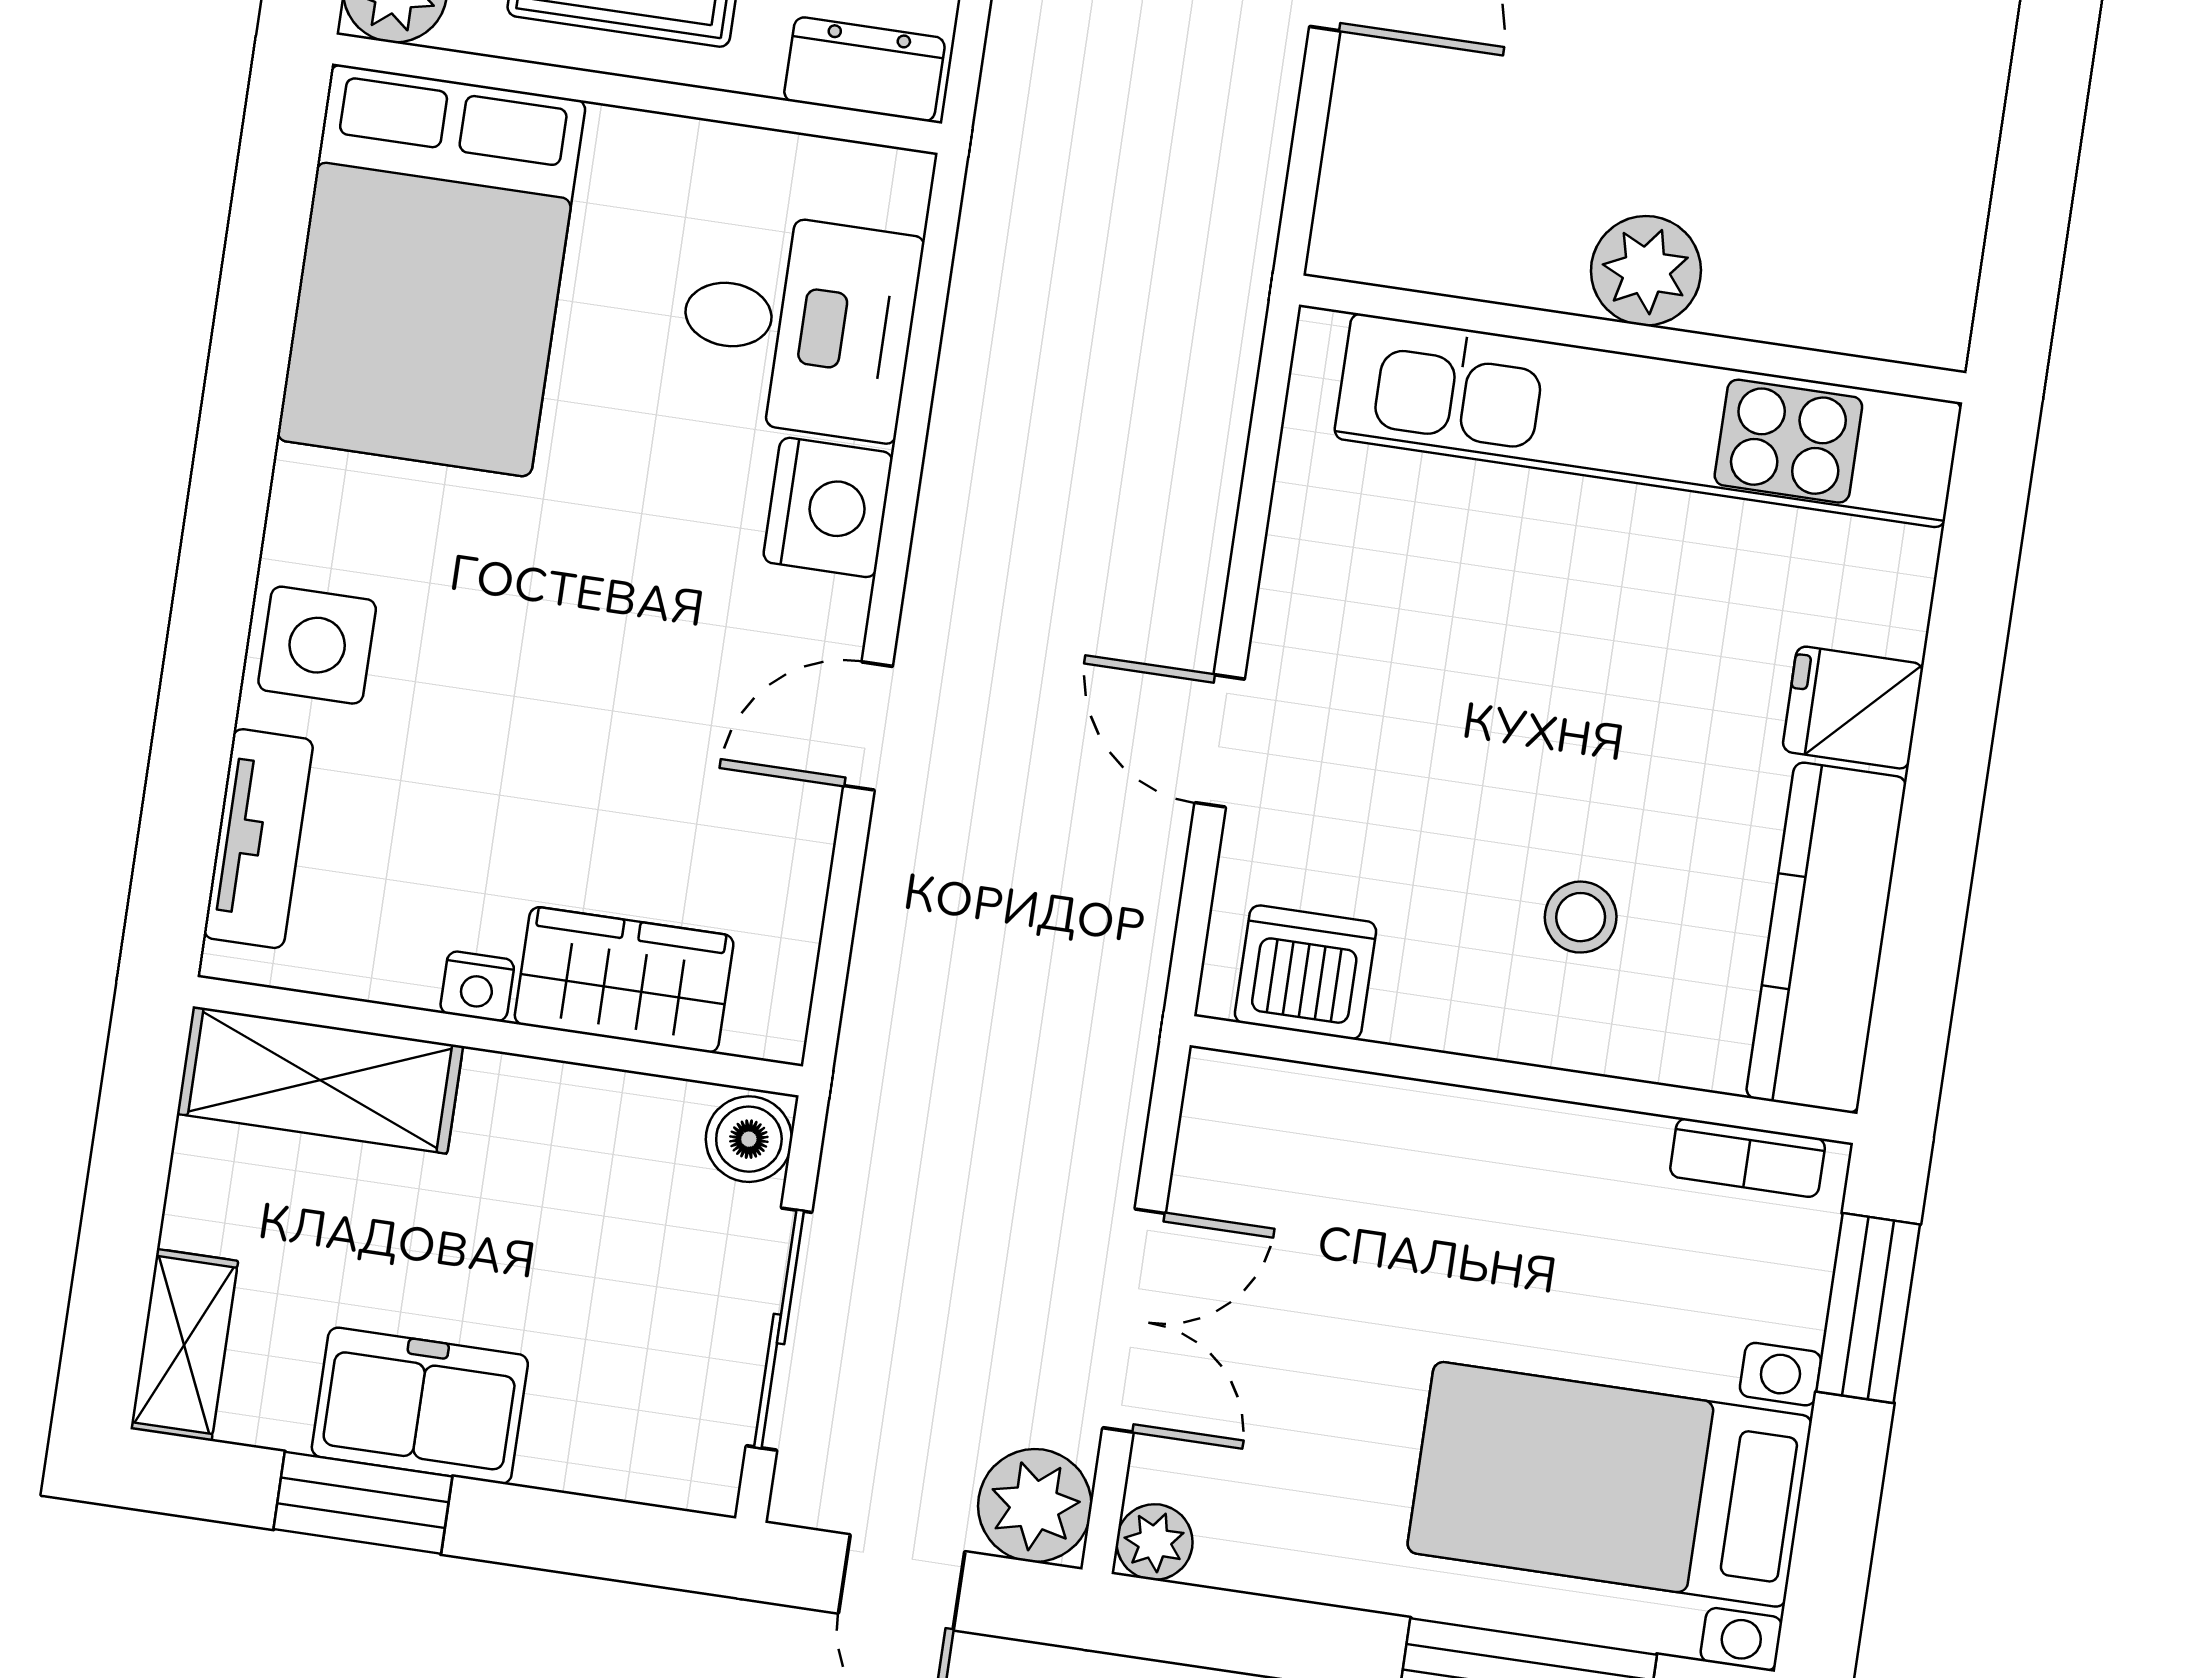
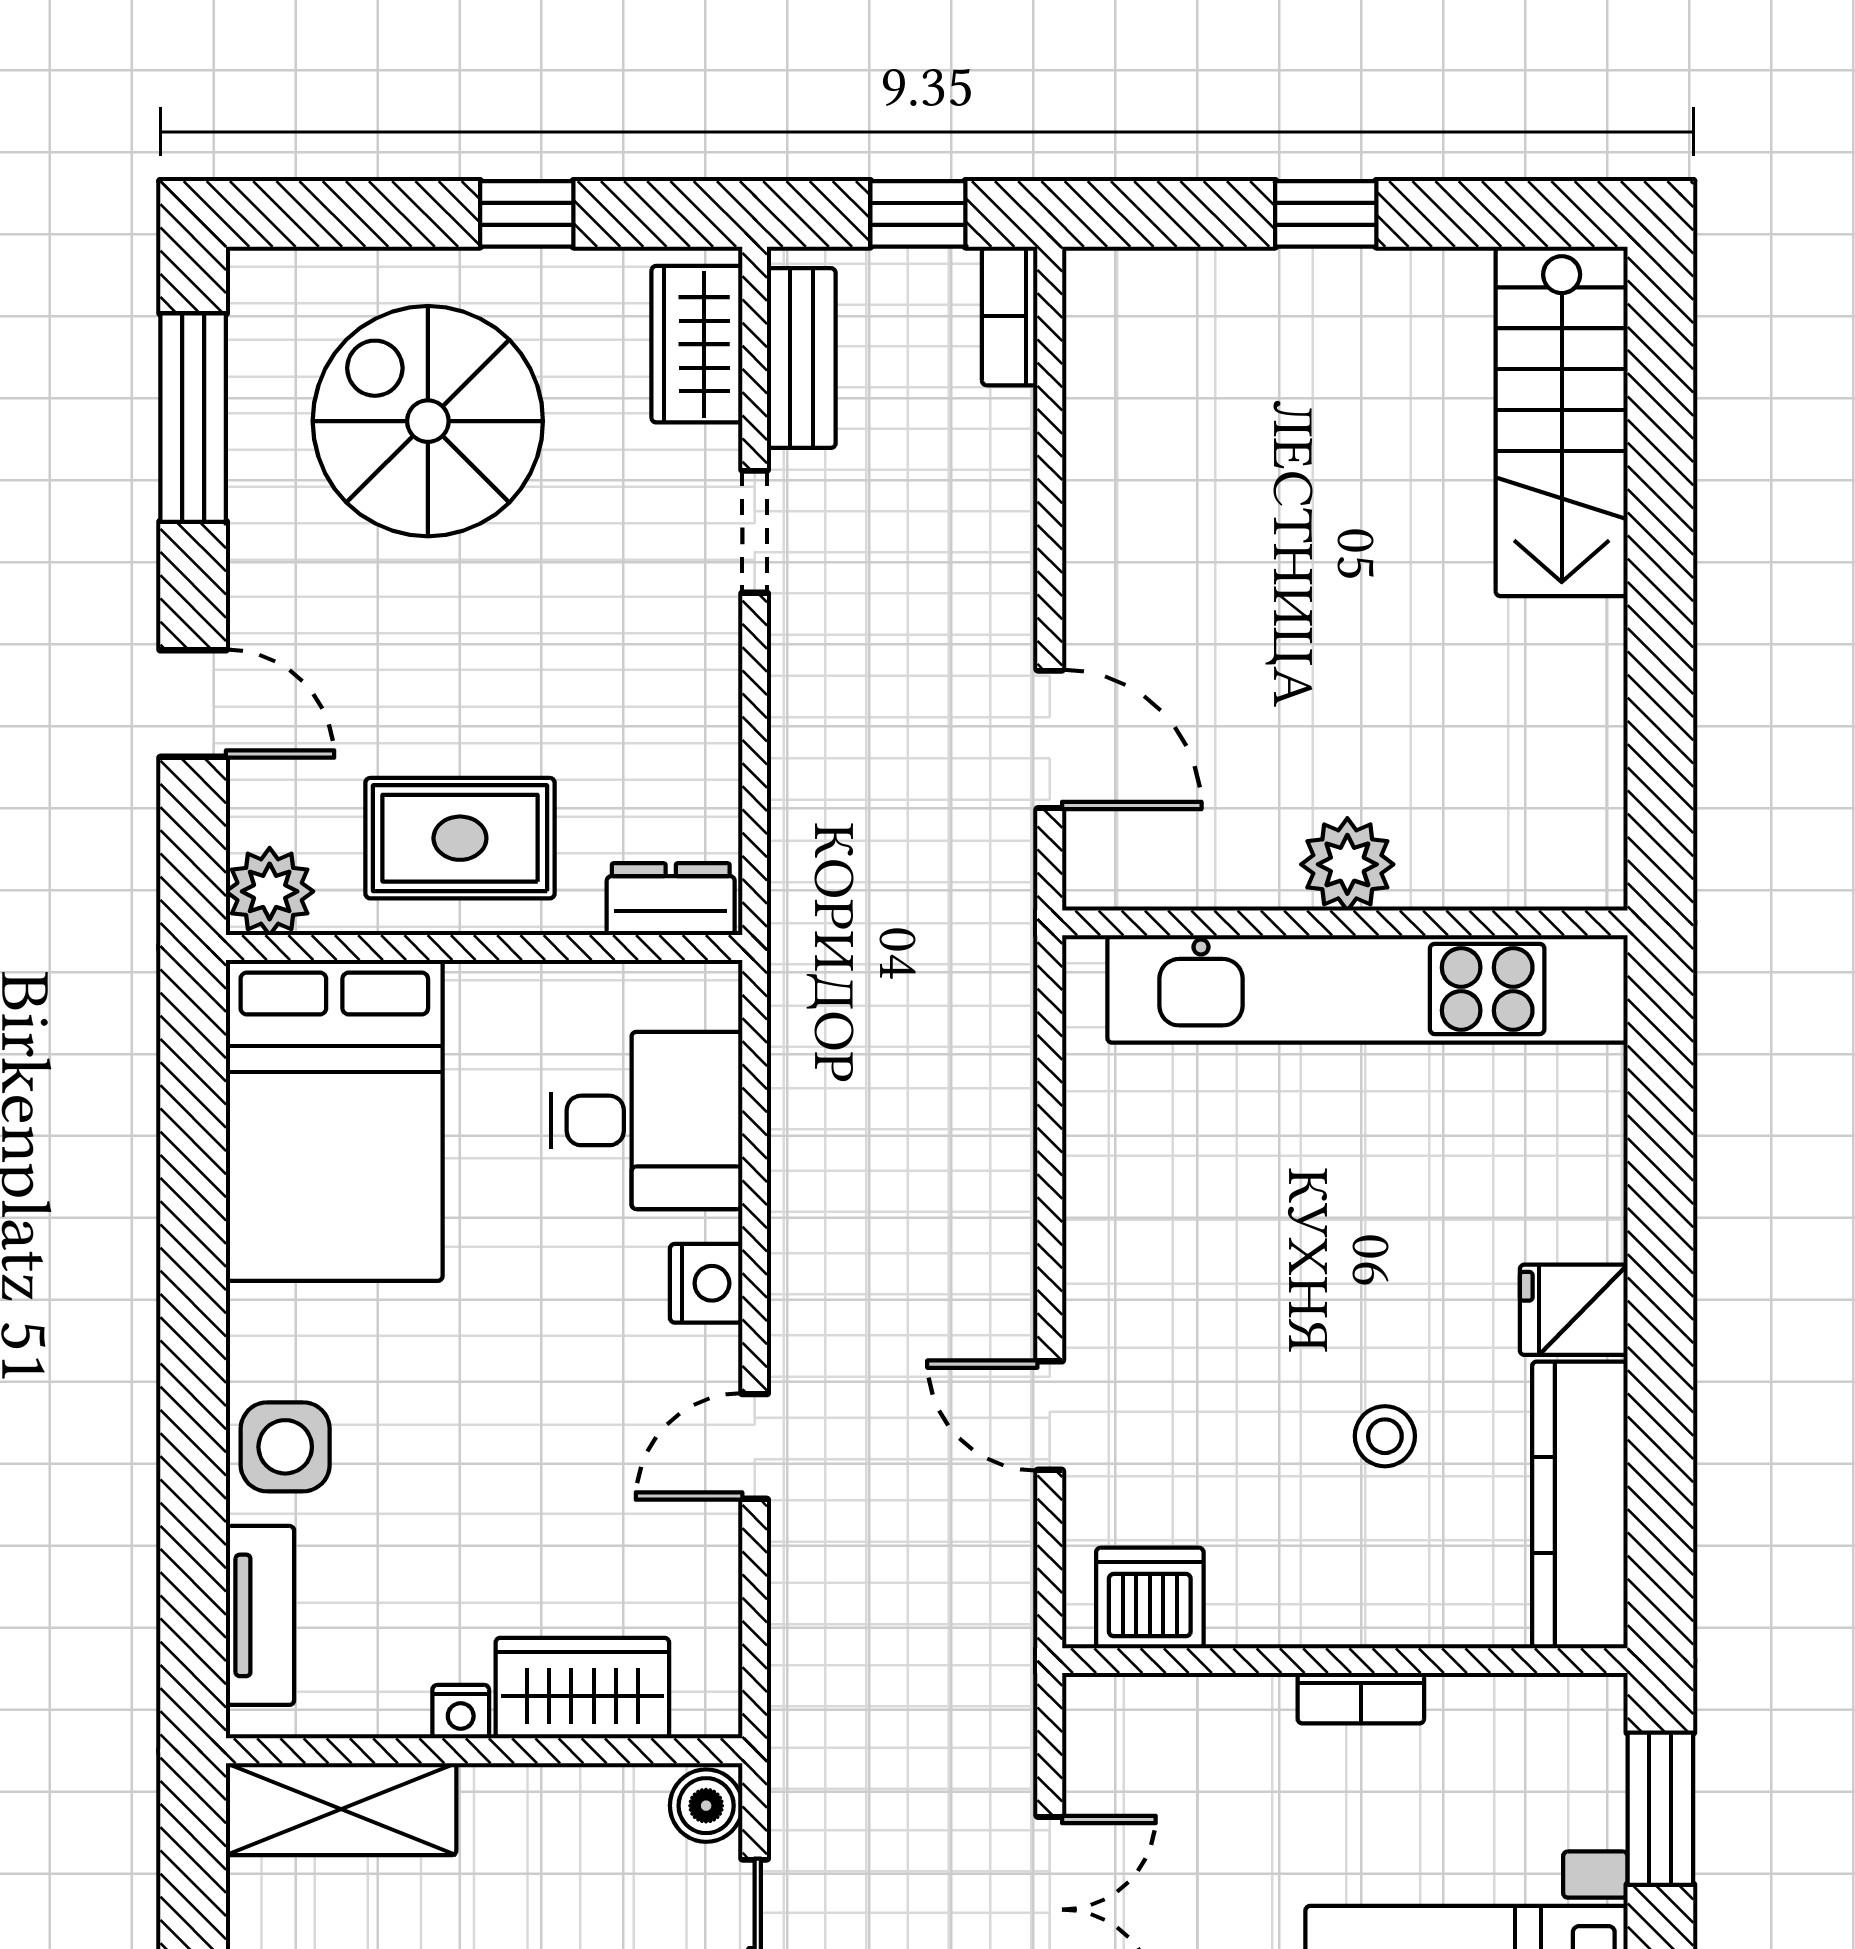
plant: (1646, 271) -> (1347, 864), moved
wall: (1633, 339) -> (1345, 923), moved
kitchen unit: (1648, 420) -> (1367, 989), moved
nightstand: (828, 507) -> (706, 1283), width x0.74, depth x0.75
stool: (1581, 917) -> (1385, 1436), moved
bookcase: (1748, 1158) -> (1361, 1698), moved

